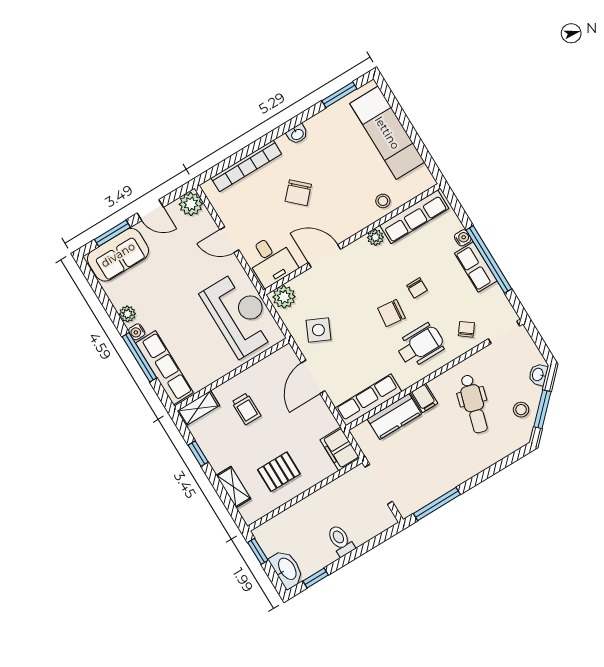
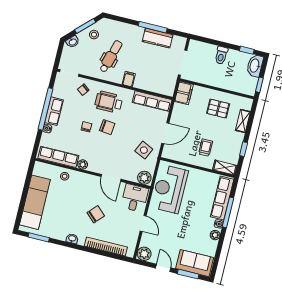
kitchen counter: (394, 416) -> (158, 38), moved, turned 180
window: (437, 504) -> (153, 27), moved

